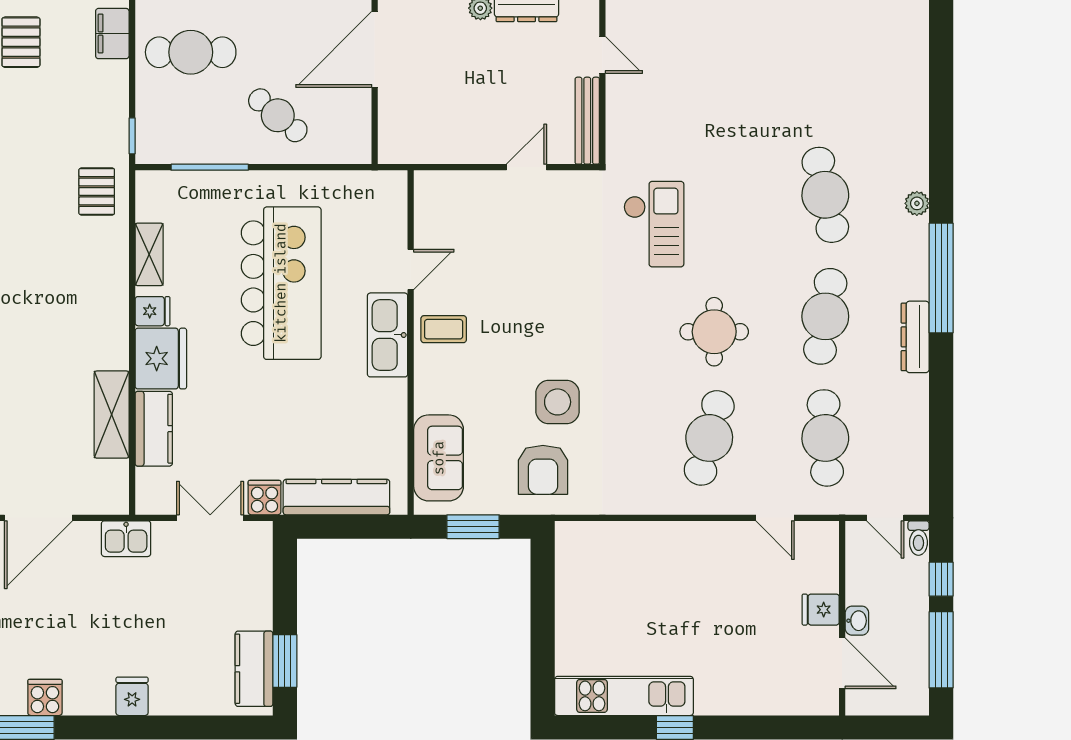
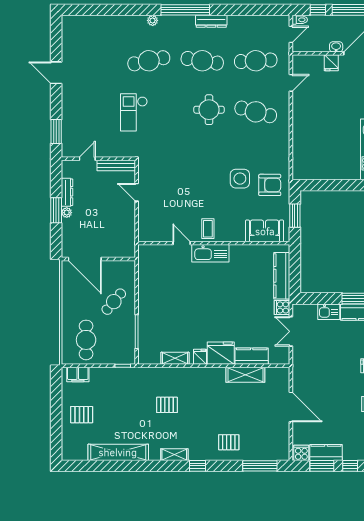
pallet: (97, 191) -> (167, 405), moved
checkout: (654, 224) -> (134, 112), moved, turned -90
kitchen island: (281, 283) -> (188, 300), removed
kitchen sink: (126, 539) -> (329, 312), moved, turned 90

